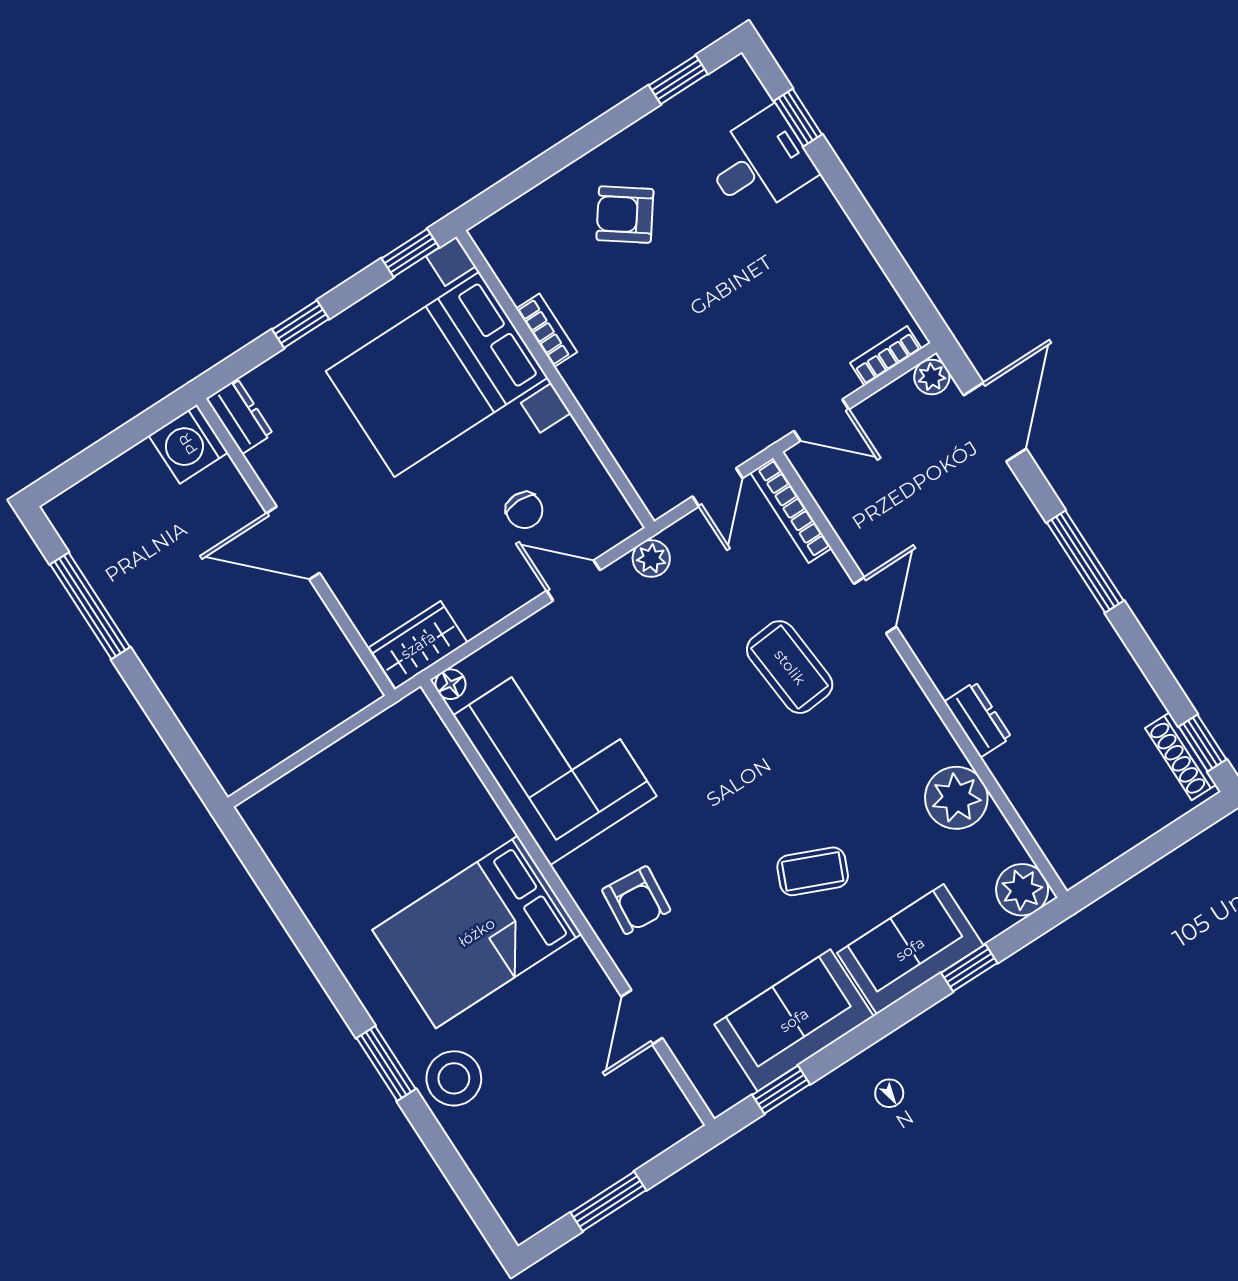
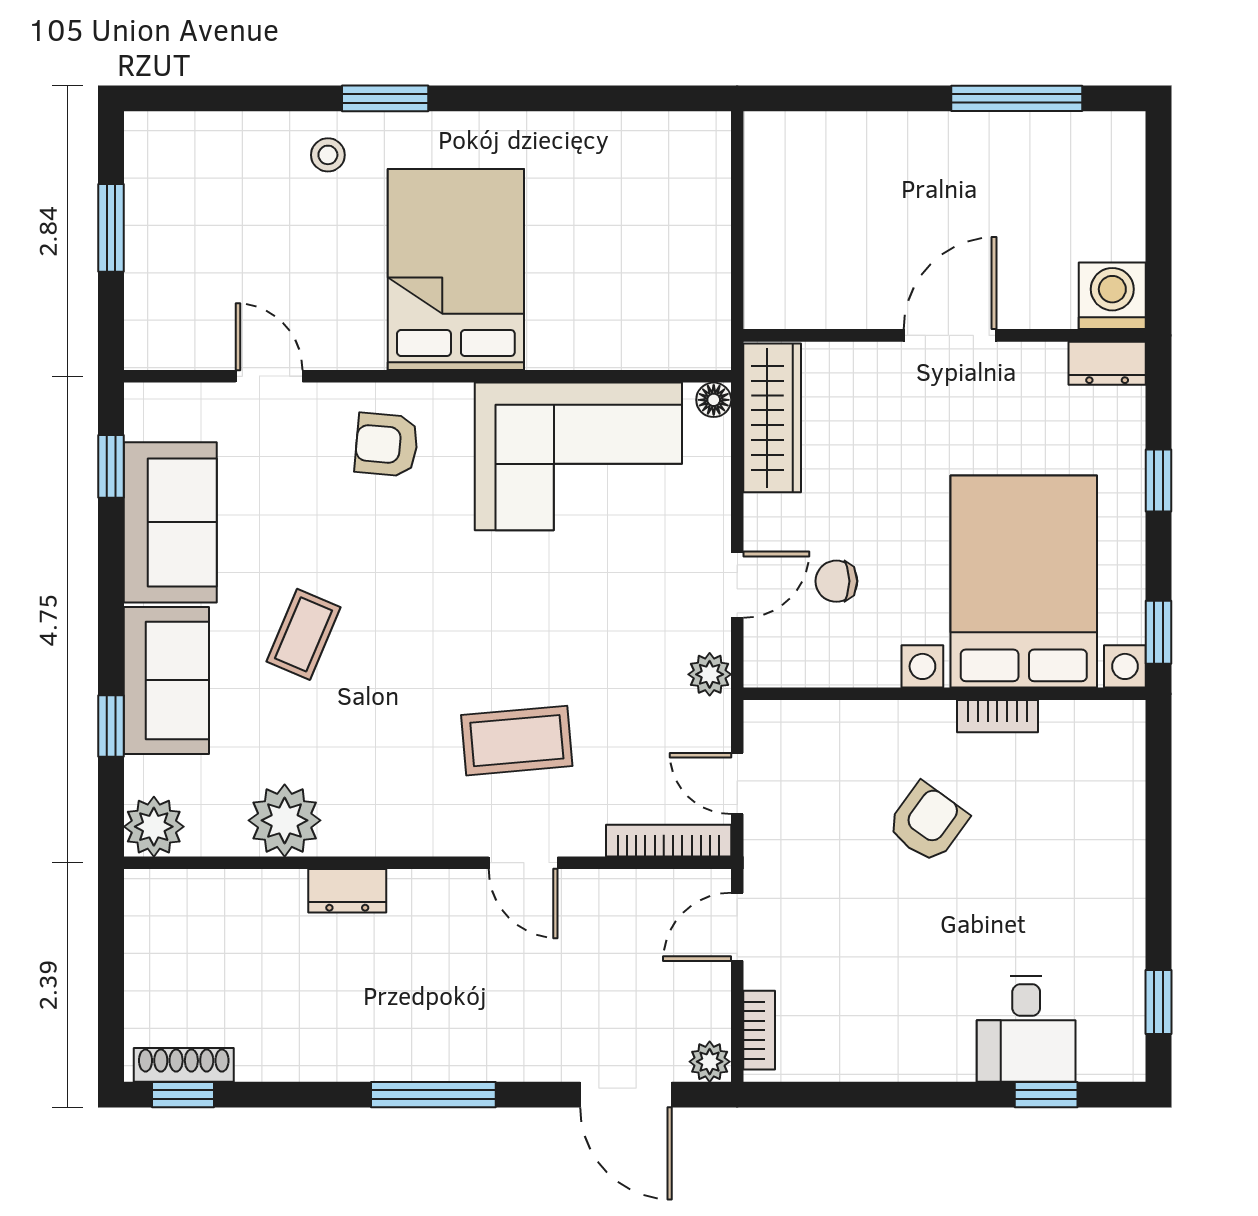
armchair: (625, 215) -> (928, 823), moved
wardrobe: (418, 645) -> (772, 418), width x1.50
stool: (454, 1078) -> (328, 155), width x0.53, depth x0.53

